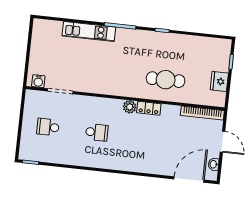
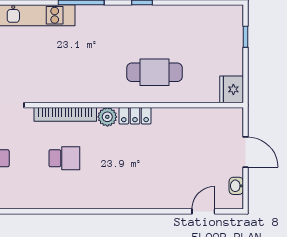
fridge: (219, 81) -> (232, 89), moved
bookcase: (202, 113) -> (65, 114), moved
door: (189, 179) -> (203, 211), width x0.53

